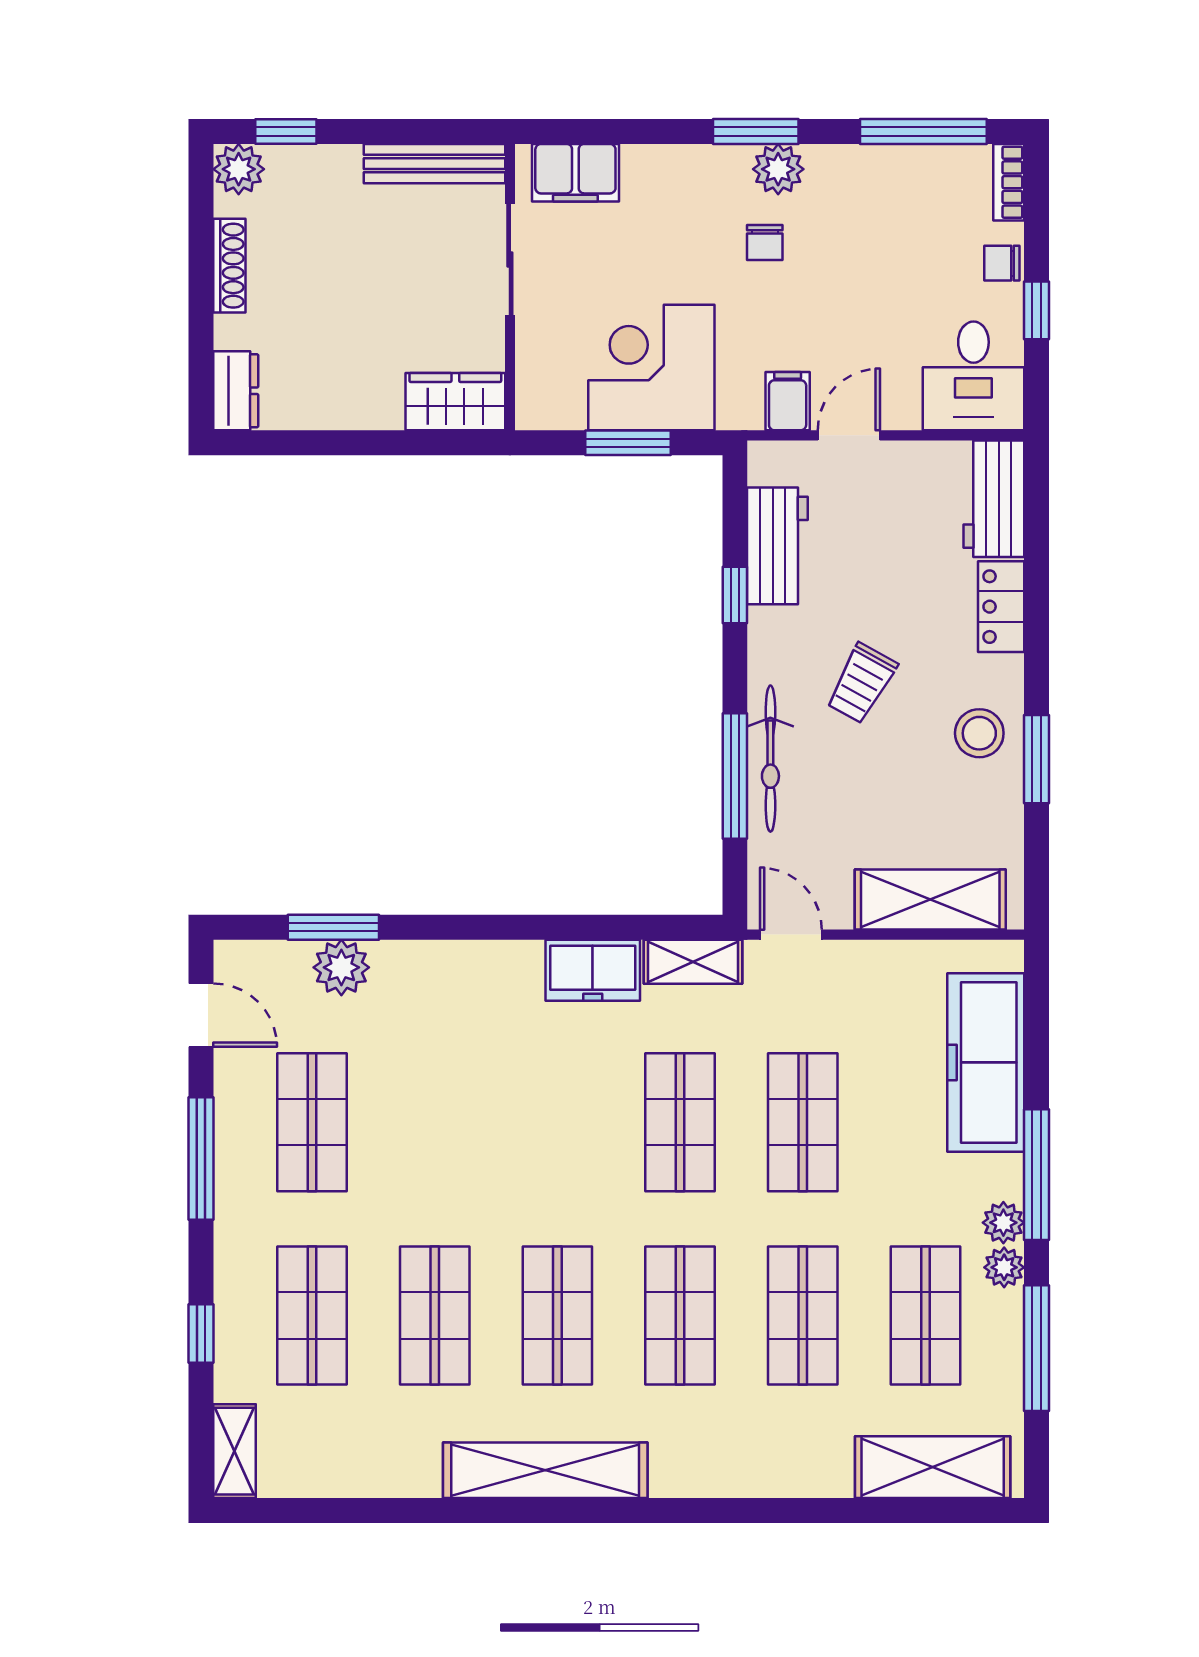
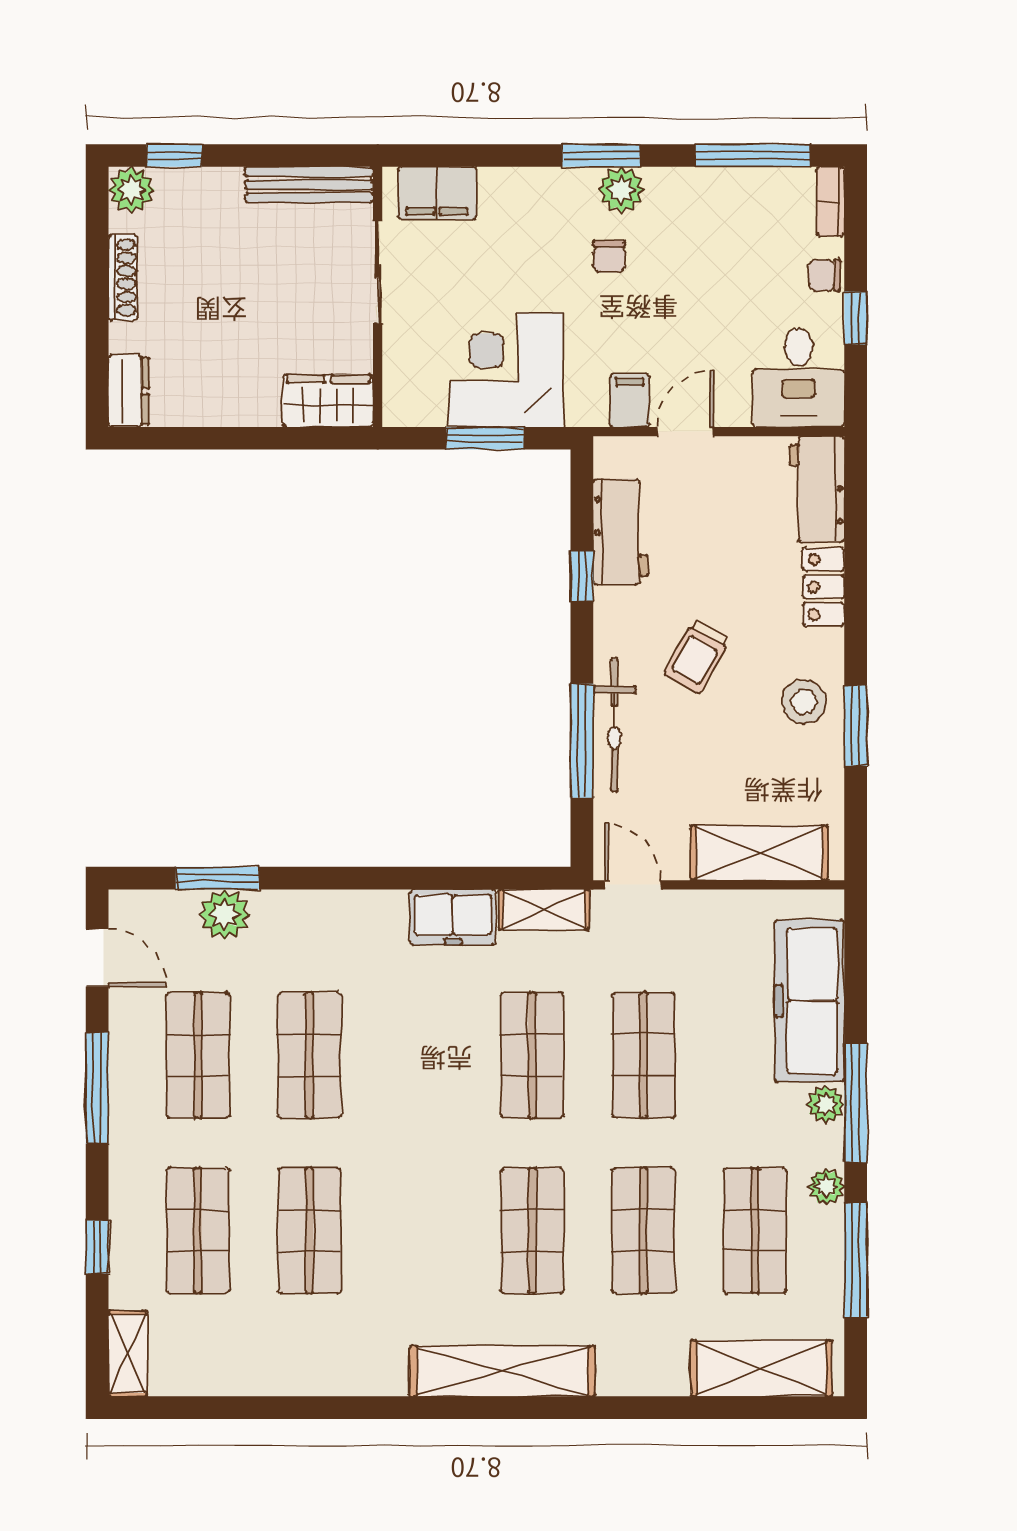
plant: (1003, 1223) -> (826, 1104), moved
shop shelf: (557, 1316) -> (309, 1055), moved
shelving: (545, 1470) -> (502, 1371), moved

